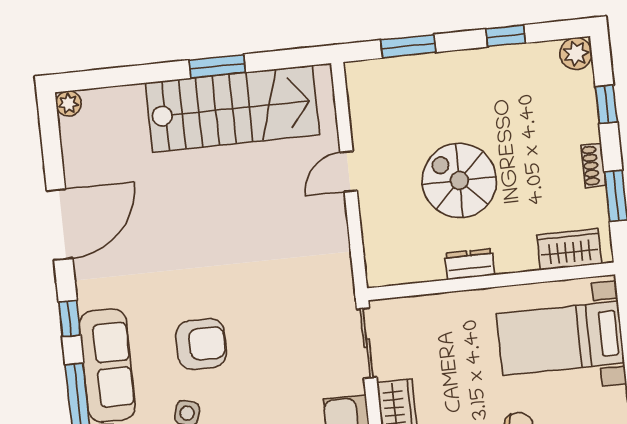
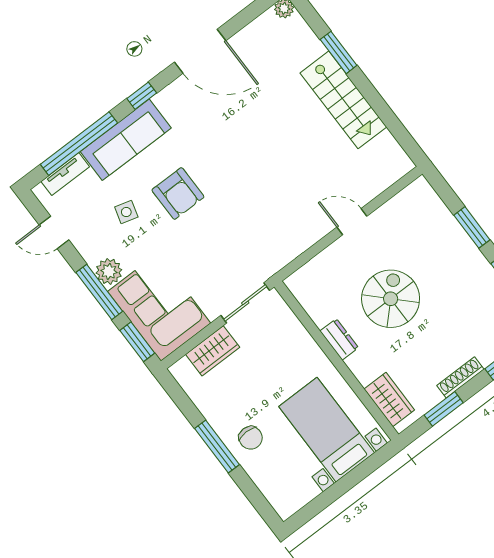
window: (408, 46) -> (472, 227), moved
window: (217, 66) -> (339, 52), moved
stairs: (232, 109) -> (343, 100), width x0.73, depth x0.66
shoe rack: (593, 165) -> (460, 377), width x1.43

